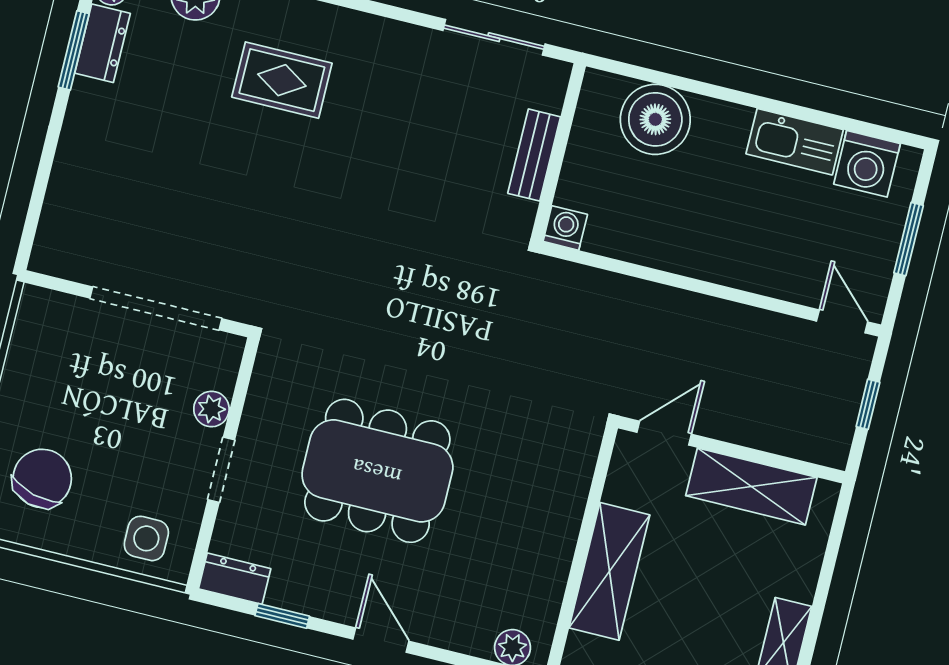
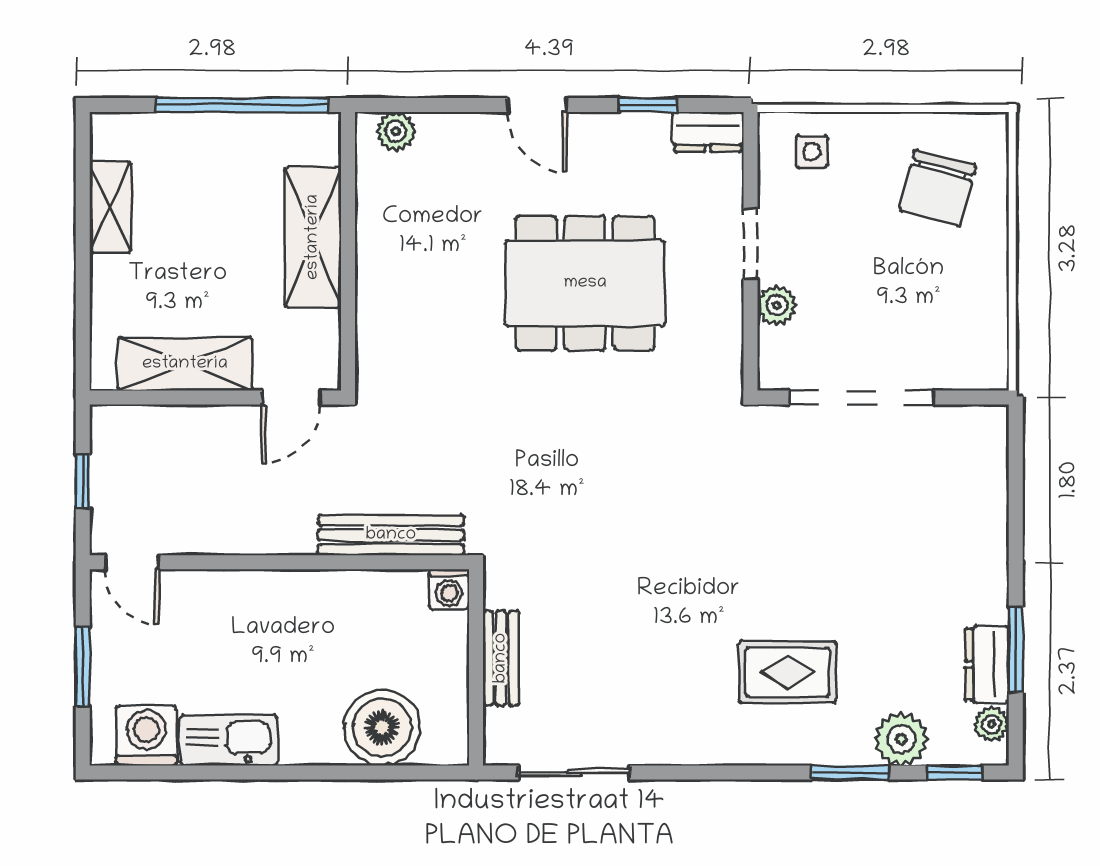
bench: (605, 289) -> (391, 535), added
side table: (146, 538) -> (812, 152), width x0.73, depth x0.73

